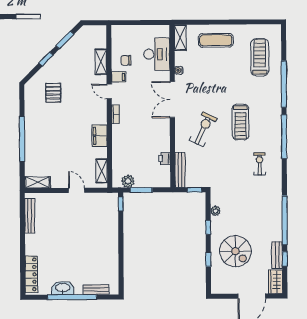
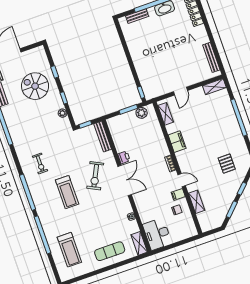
desk: (157, 54) -> (157, 234), moved
double door: (172, 100) -> (125, 180), moved
treadmill: (240, 122) -> (67, 192), turned 180
printer: (164, 159) -> (124, 157), moved
door: (77, 190) -> (181, 91), hinge flipped

